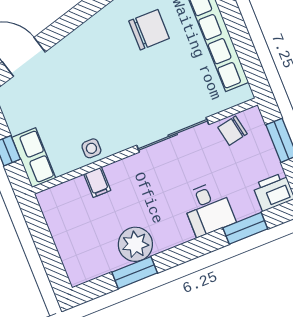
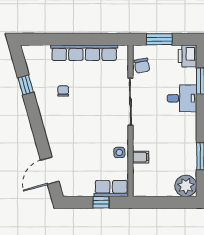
chair: (149, 30) -> (63, 91), width x0.54, depth x0.54
plant: (135, 244) -> (186, 186), moved

